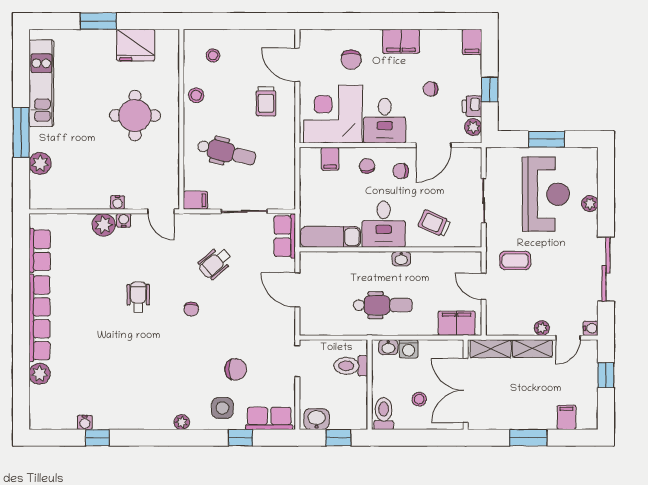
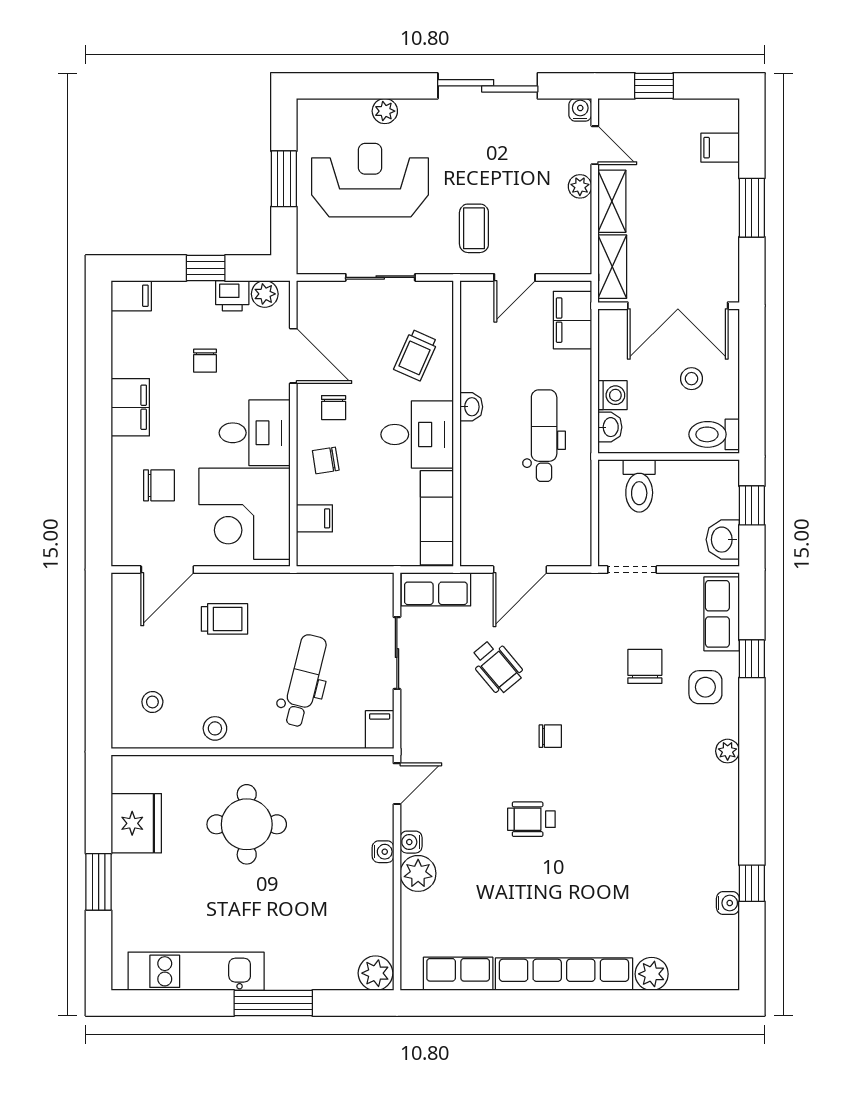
plant: (40, 163) -> (376, 973), moved
wheelchair: (215, 263) -> (496, 666), moved

